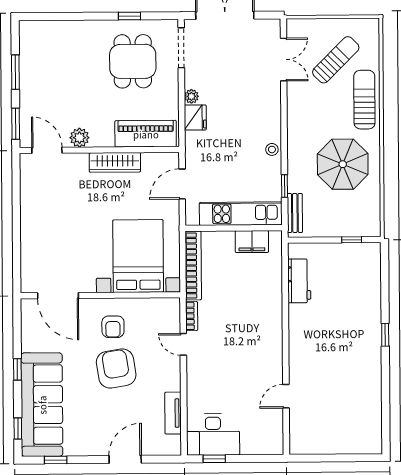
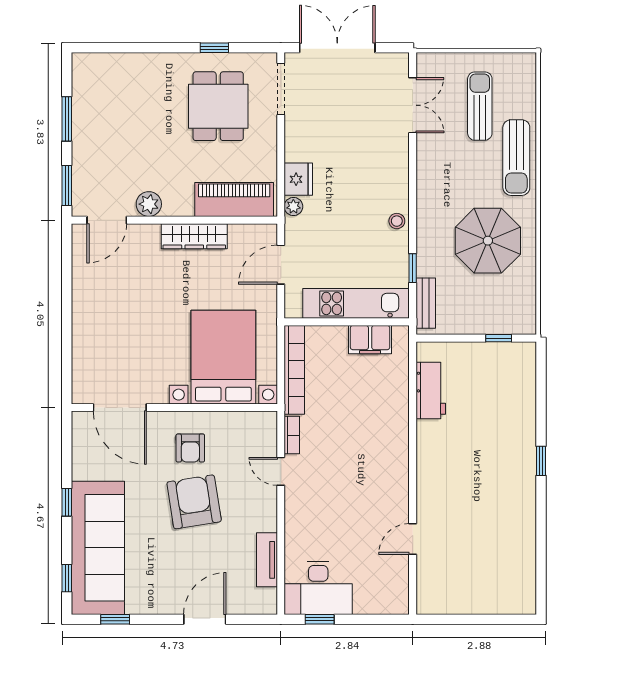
sun lounger: (336, 60) -> (480, 106), turned -45
plant: (191, 96) -> (293, 207), moved
sun lounger: (364, 100) -> (516, 158), turned 180
door: (47, 150) -> (107, 220), swing flipped

